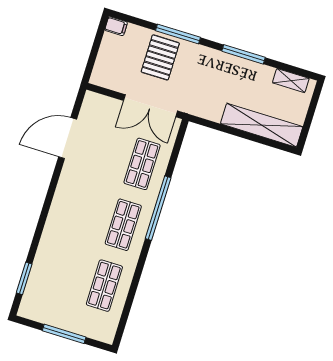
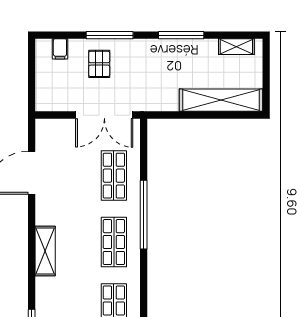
filing cabinet: (116, 26) -> (60, 49), moved, turned 90
pallet: (160, 57) -> (99, 64), width x0.67, depth x0.71
shelving: (58, 213) -> (45, 251), added

